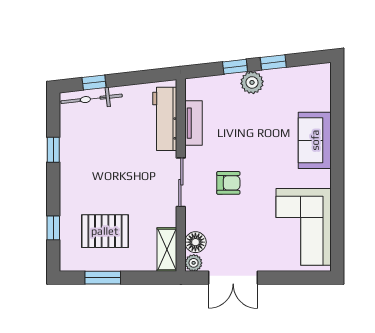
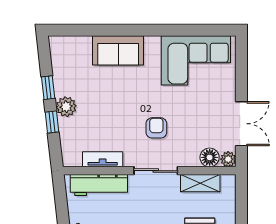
shelving: (167, 250) -> (200, 183), moved

